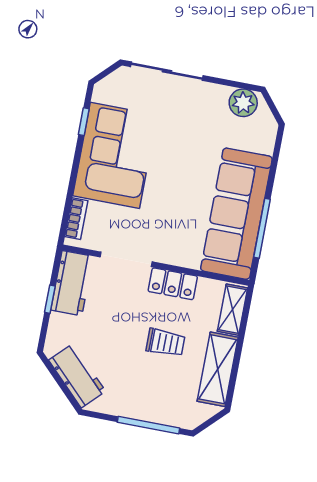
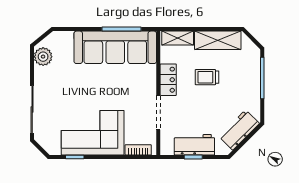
workbench: (72, 283) -> (194, 145), moved
trolley: (165, 343) -> (207, 77), turned -90

